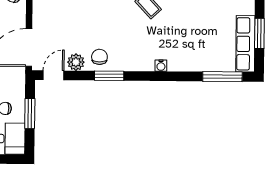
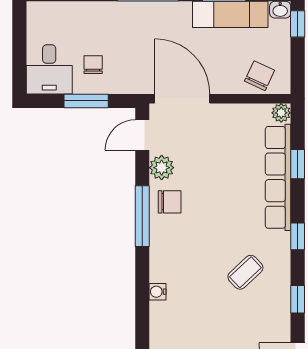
door: (54, 75) -> (142, 135), swing flipped
window: (109, 76) -> (142, 216), width x1.44

